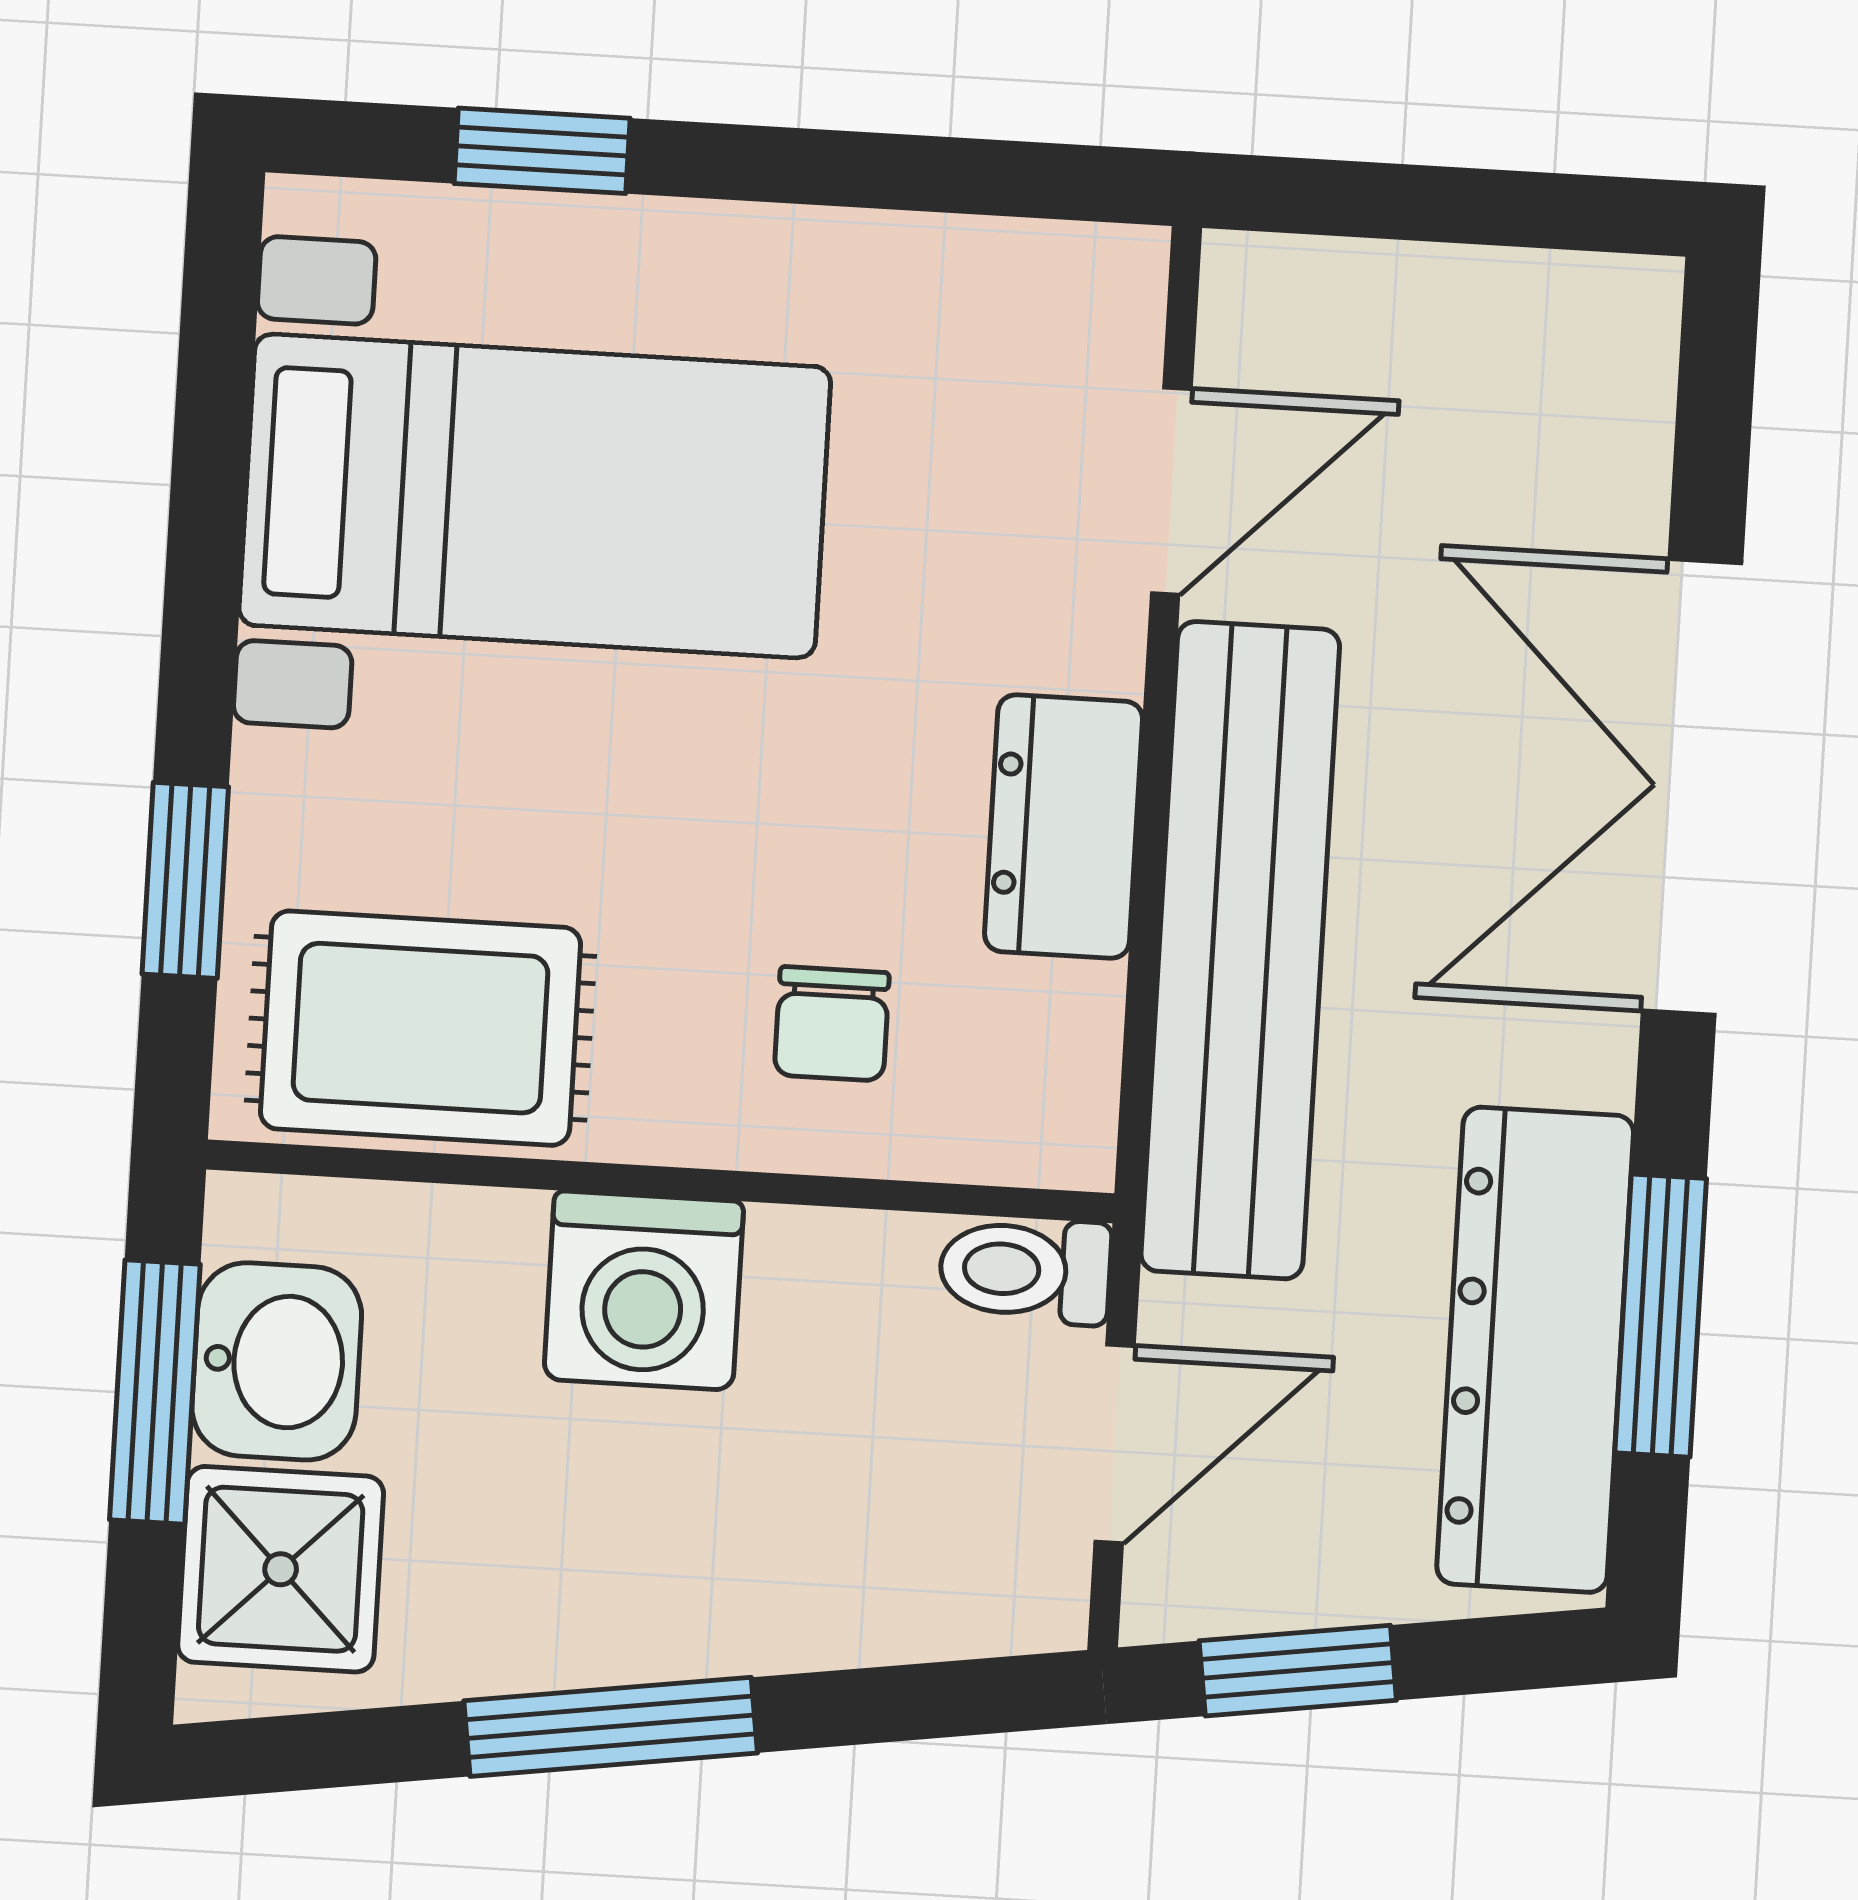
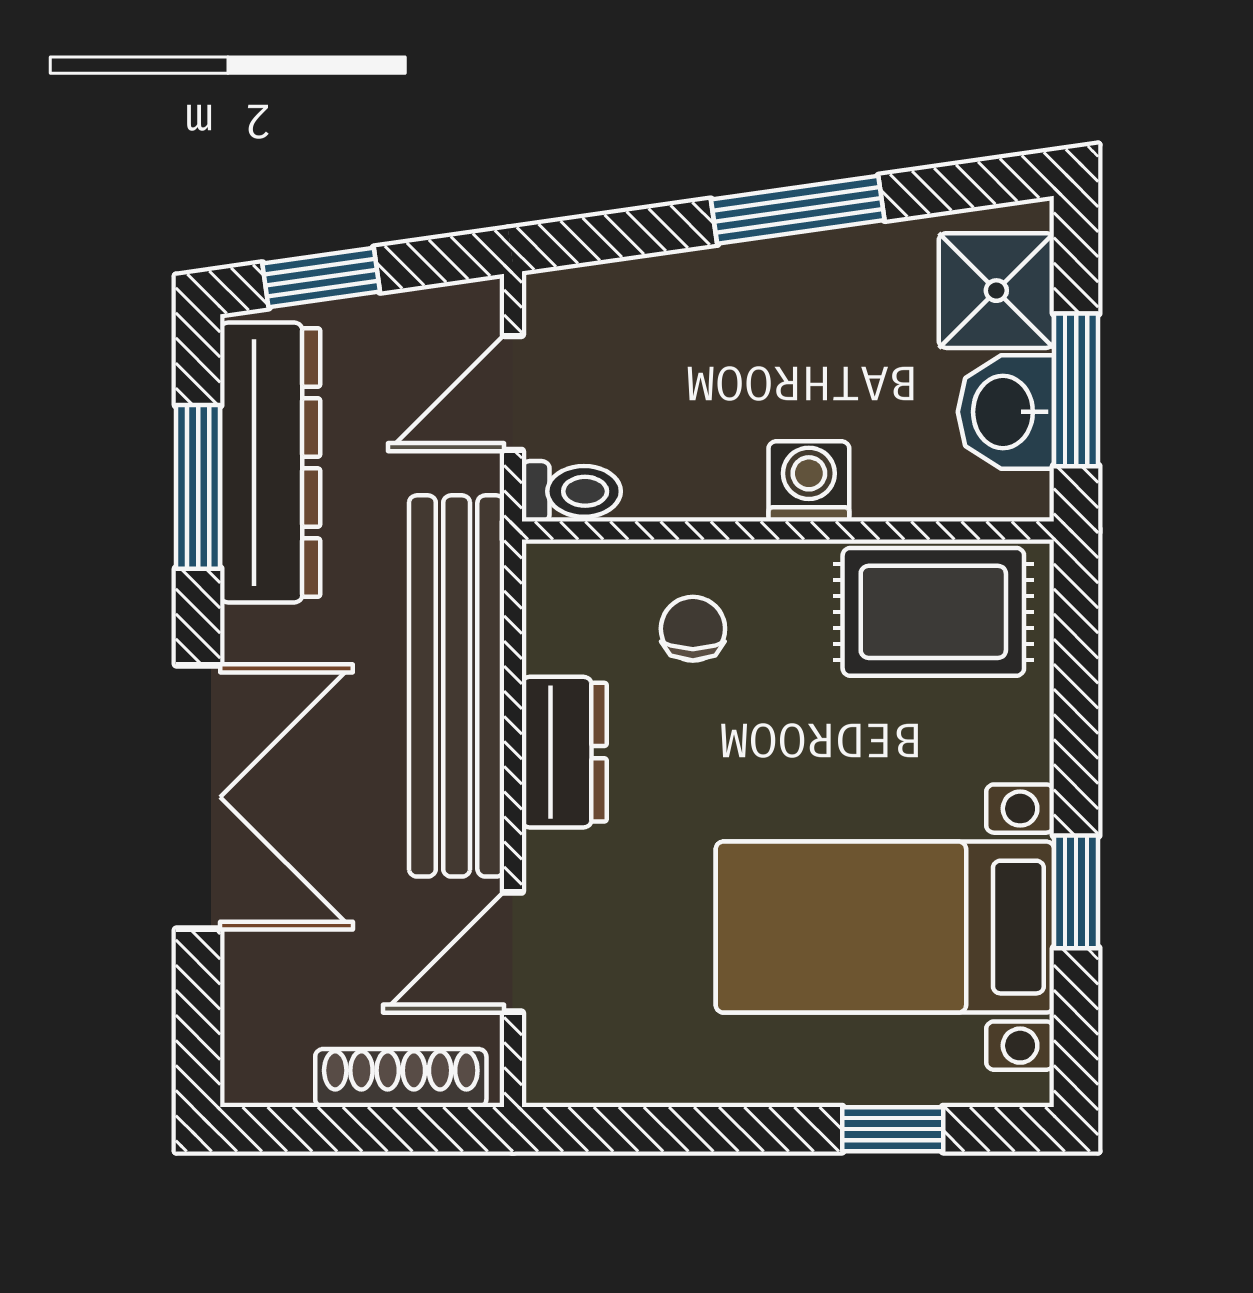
shoe rack: (1375, 288) -> (401, 1078), added
window: (185, 880) -> (1076, 892), moved
washing machine: (644, 1290) -> (809, 481), width x0.73, depth x0.73
window: (1298, 1671) -> (321, 278), moved

